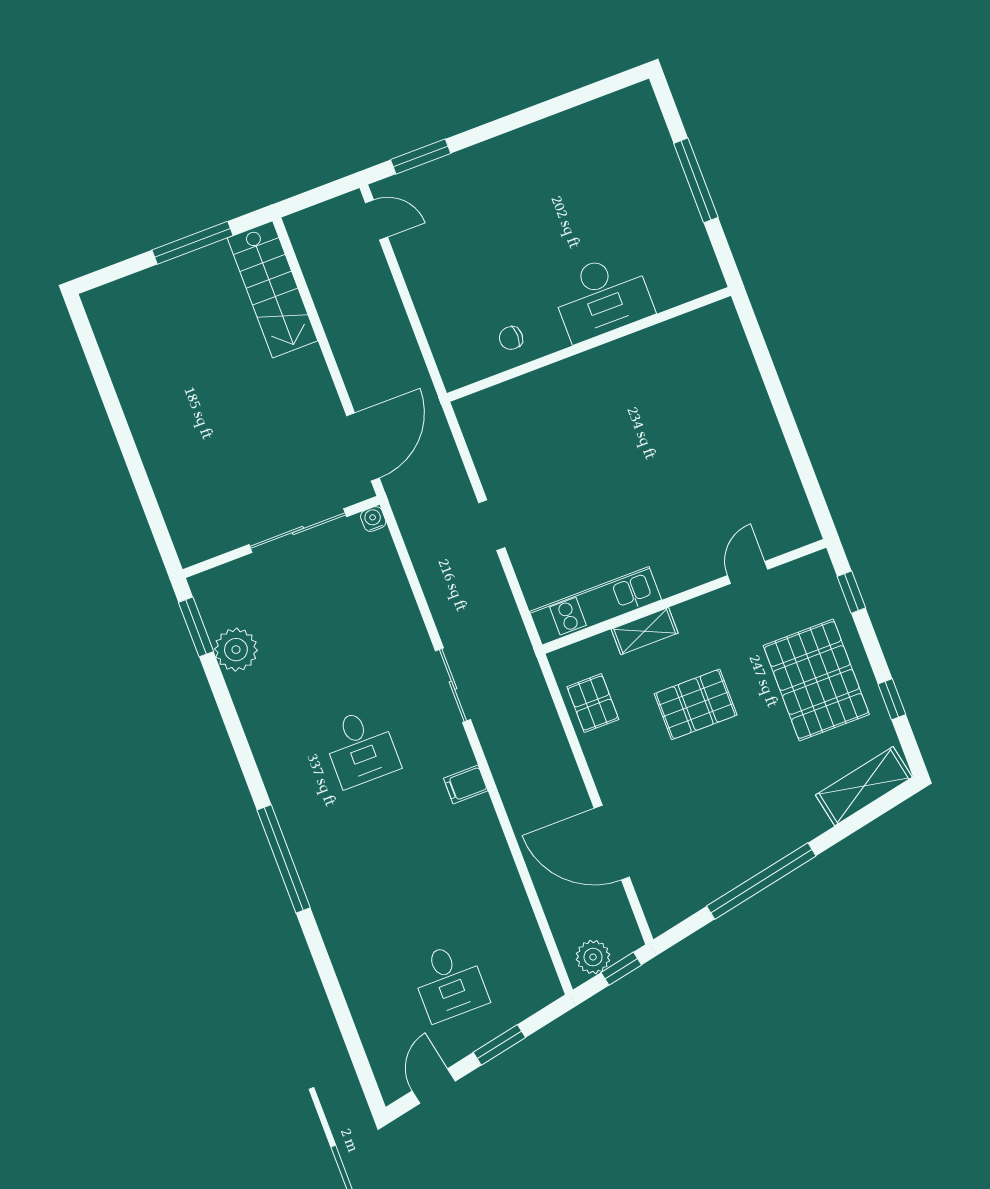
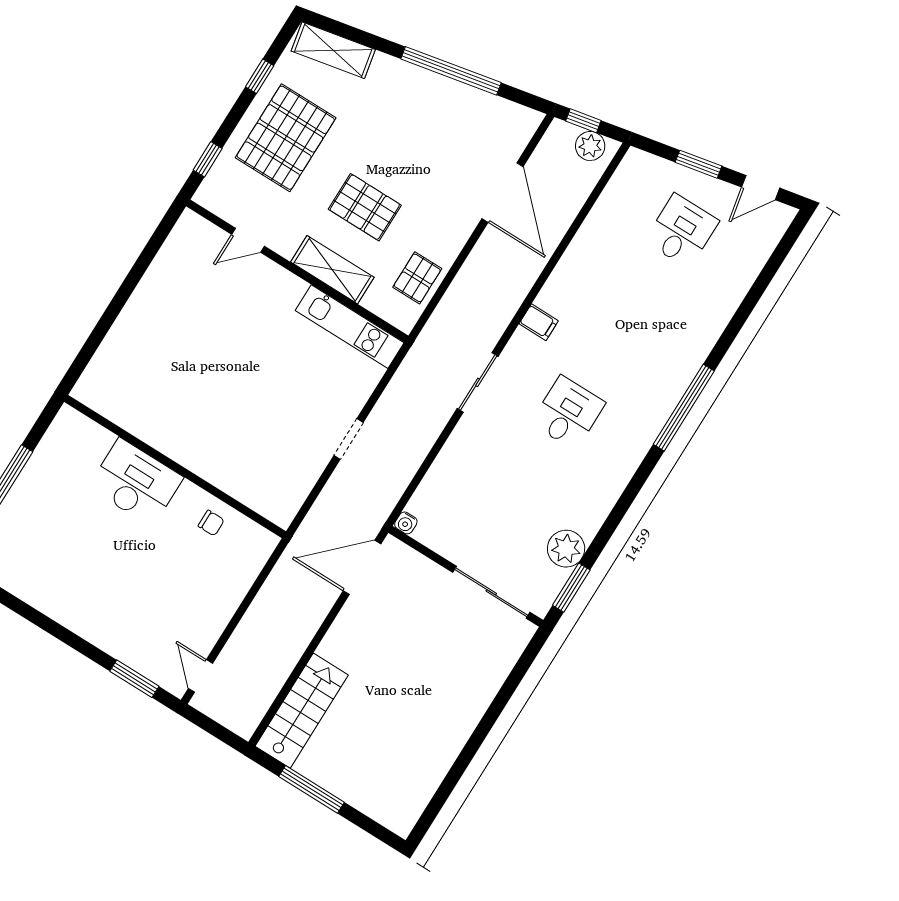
sliding door: (298, 531) -> (491, 592), moved
shelving: (645, 631) -> (332, 270), width x1.50, depth x1.33

